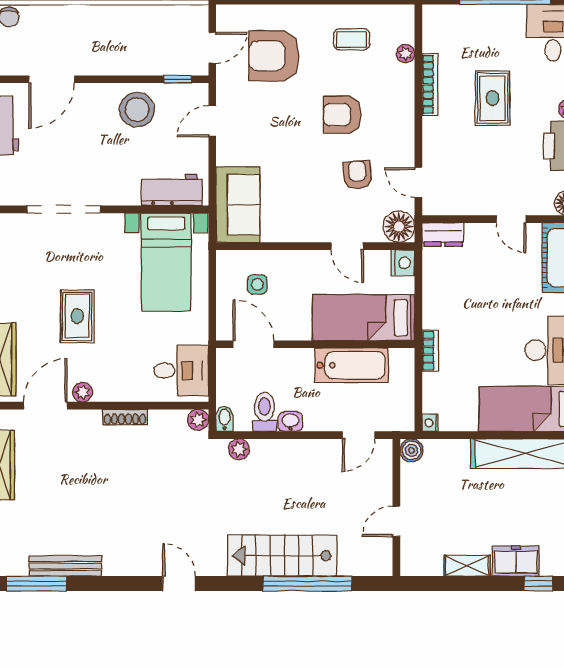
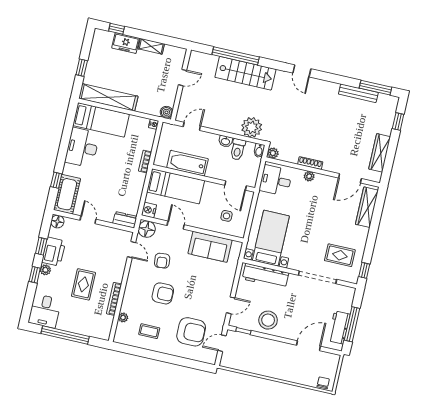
workbench: (172, 190) -> (265, 276), width x1.37
sofa: (238, 205) -> (210, 247), moved, turned -90
rug: (77, 316) -> (340, 255), moved, turned 90
plant: (83, 392) -> (309, 176), moved
plant: (239, 449) -> (252, 127), width x1.88, depth x1.88

